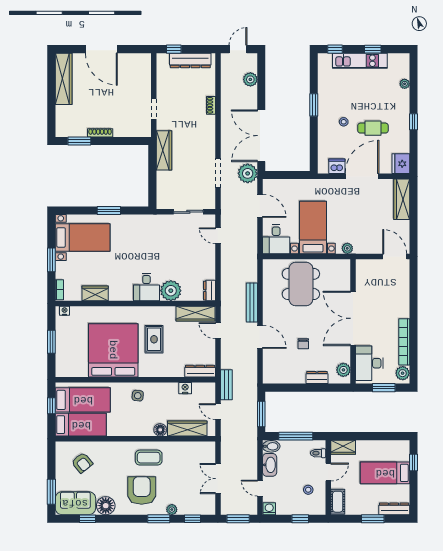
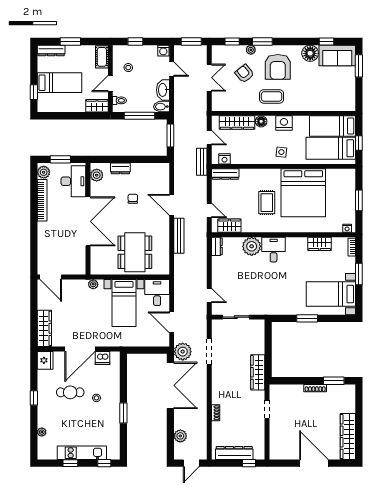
wardrobe: (196, 314) -> (229, 226), width x0.67
nightstand: (185, 388) -> (224, 159), moved
nightstand: (135, 428) -> (284, 123), added
armchair: (82, 463) -> (244, 74), moved

